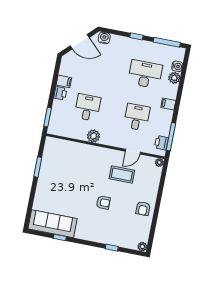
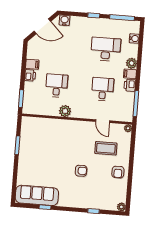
plant: (174, 78) -> (132, 63), moved
printer: (161, 143) -> (130, 85), moved
door: (133, 152) -> (103, 121), hinge flipped
coffee table: (122, 174) -> (106, 148), moved

